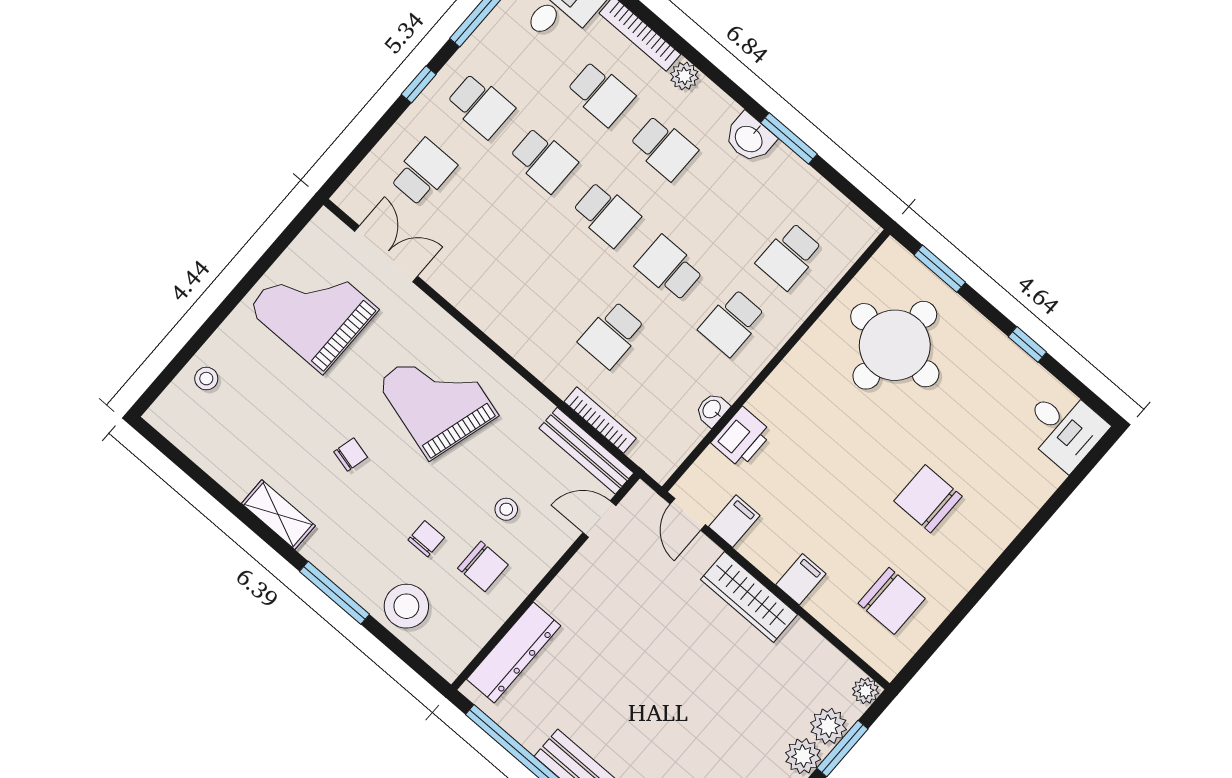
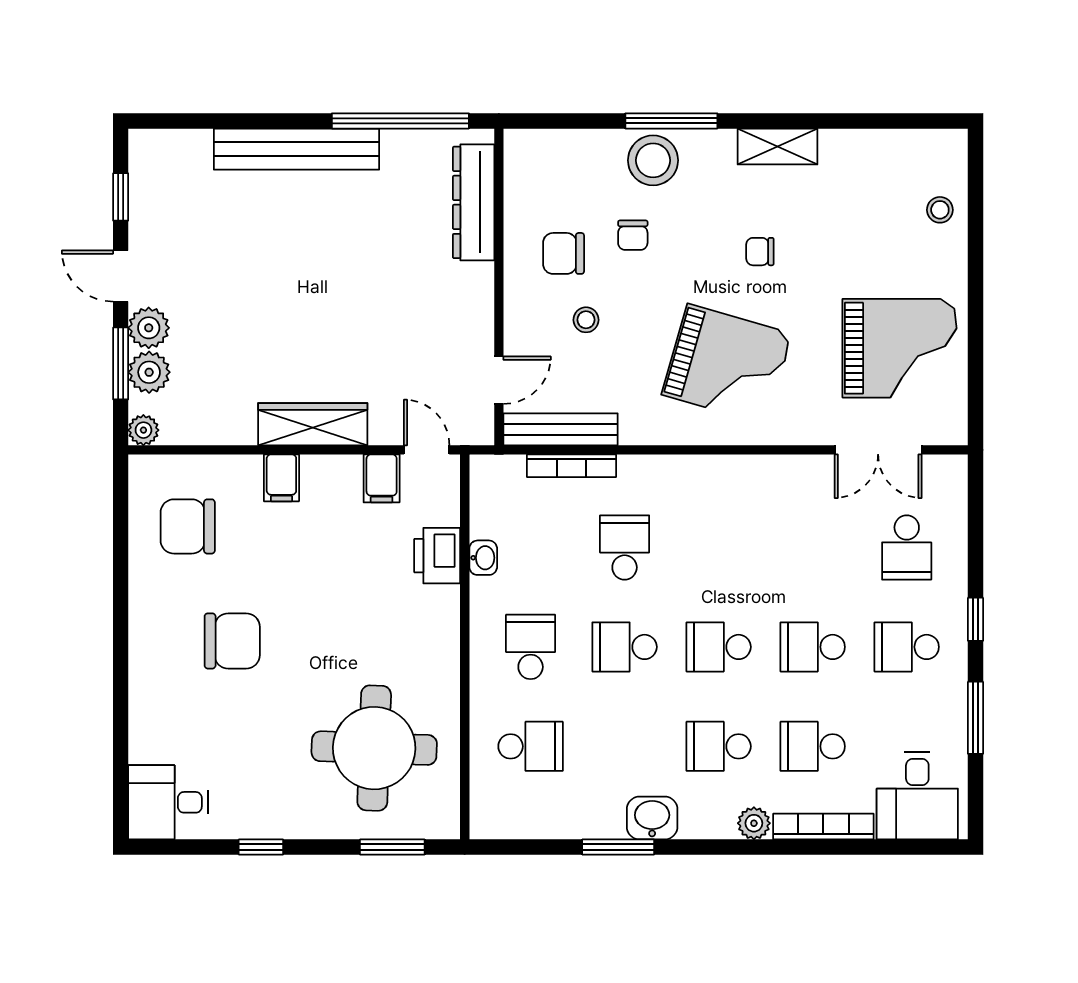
school desk: (789, 256) -> (531, 746), turned 90
school desk: (669, 268) -> (625, 647), turned 180
chair: (351, 454) -> (760, 252), turned 76
stool: (406, 606) -> (653, 160), moved

